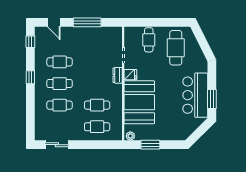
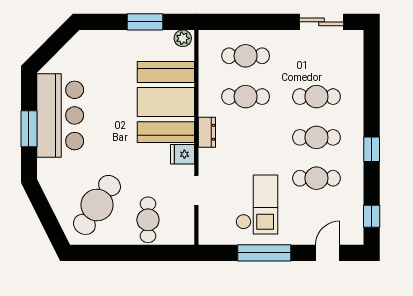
door: (54, 22) -> (328, 253), hinge flipped
checkout: (91, 48) -> (257, 205), added
cafe table: (176, 48) -> (97, 205), turned 33
dresser: (118, 75) -> (207, 132), moved
window: (212, 99) -> (29, 129), moved

